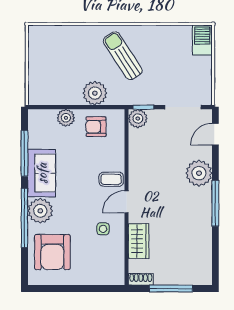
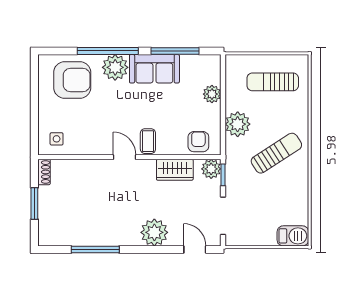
sun lounger: (54, 59) -> (273, 82), added
armchair: (96, 127) -> (198, 142), moved
window: (215, 203) -> (95, 250), moved
side table: (103, 229) -> (57, 139), moved
wardrobe: (139, 241) -> (175, 170), moved
armchair: (52, 252) -> (72, 80), turned 180
window: (171, 288) -> (34, 203), width x0.69

